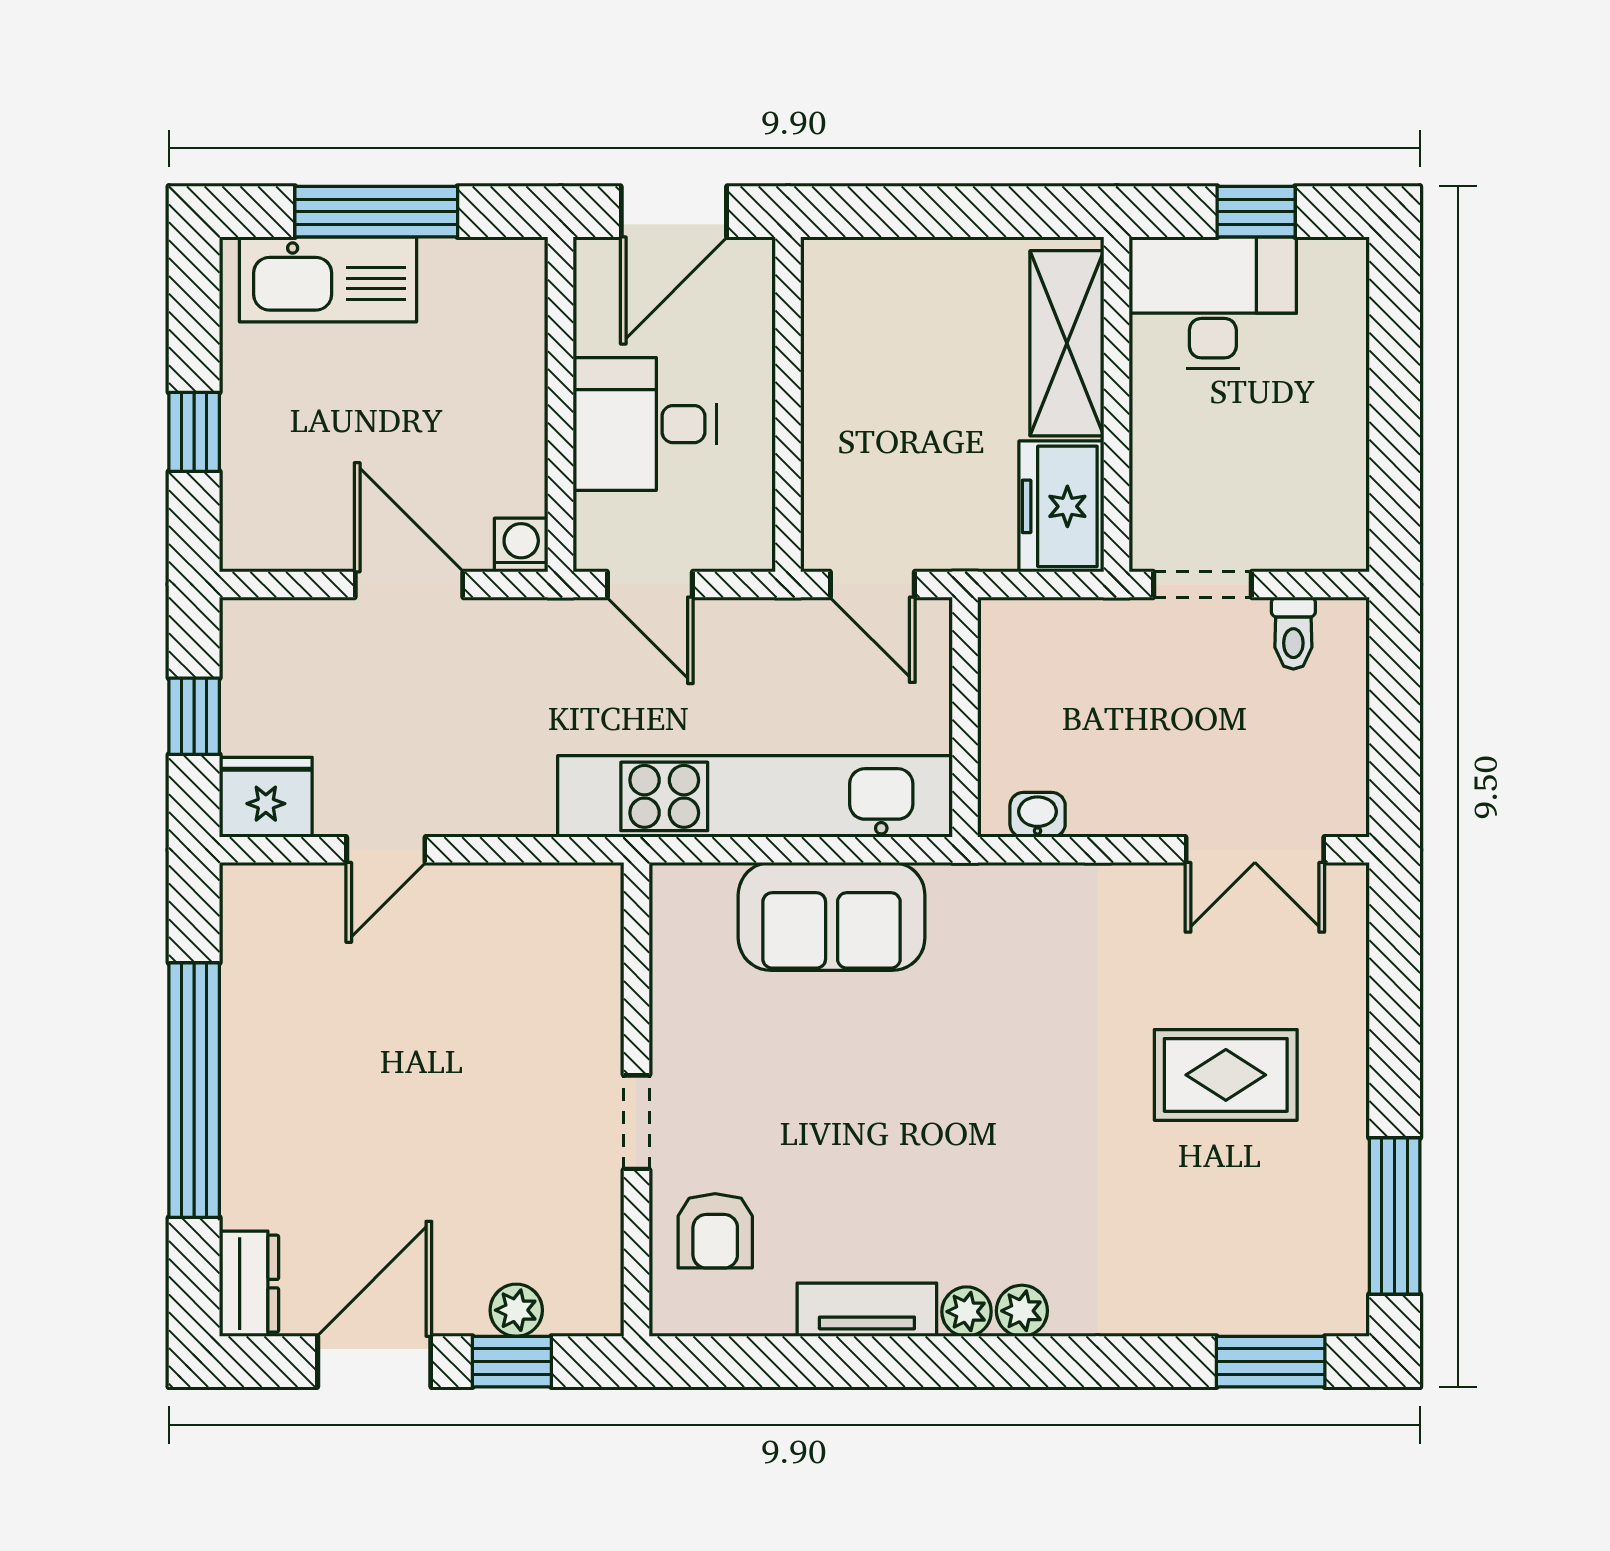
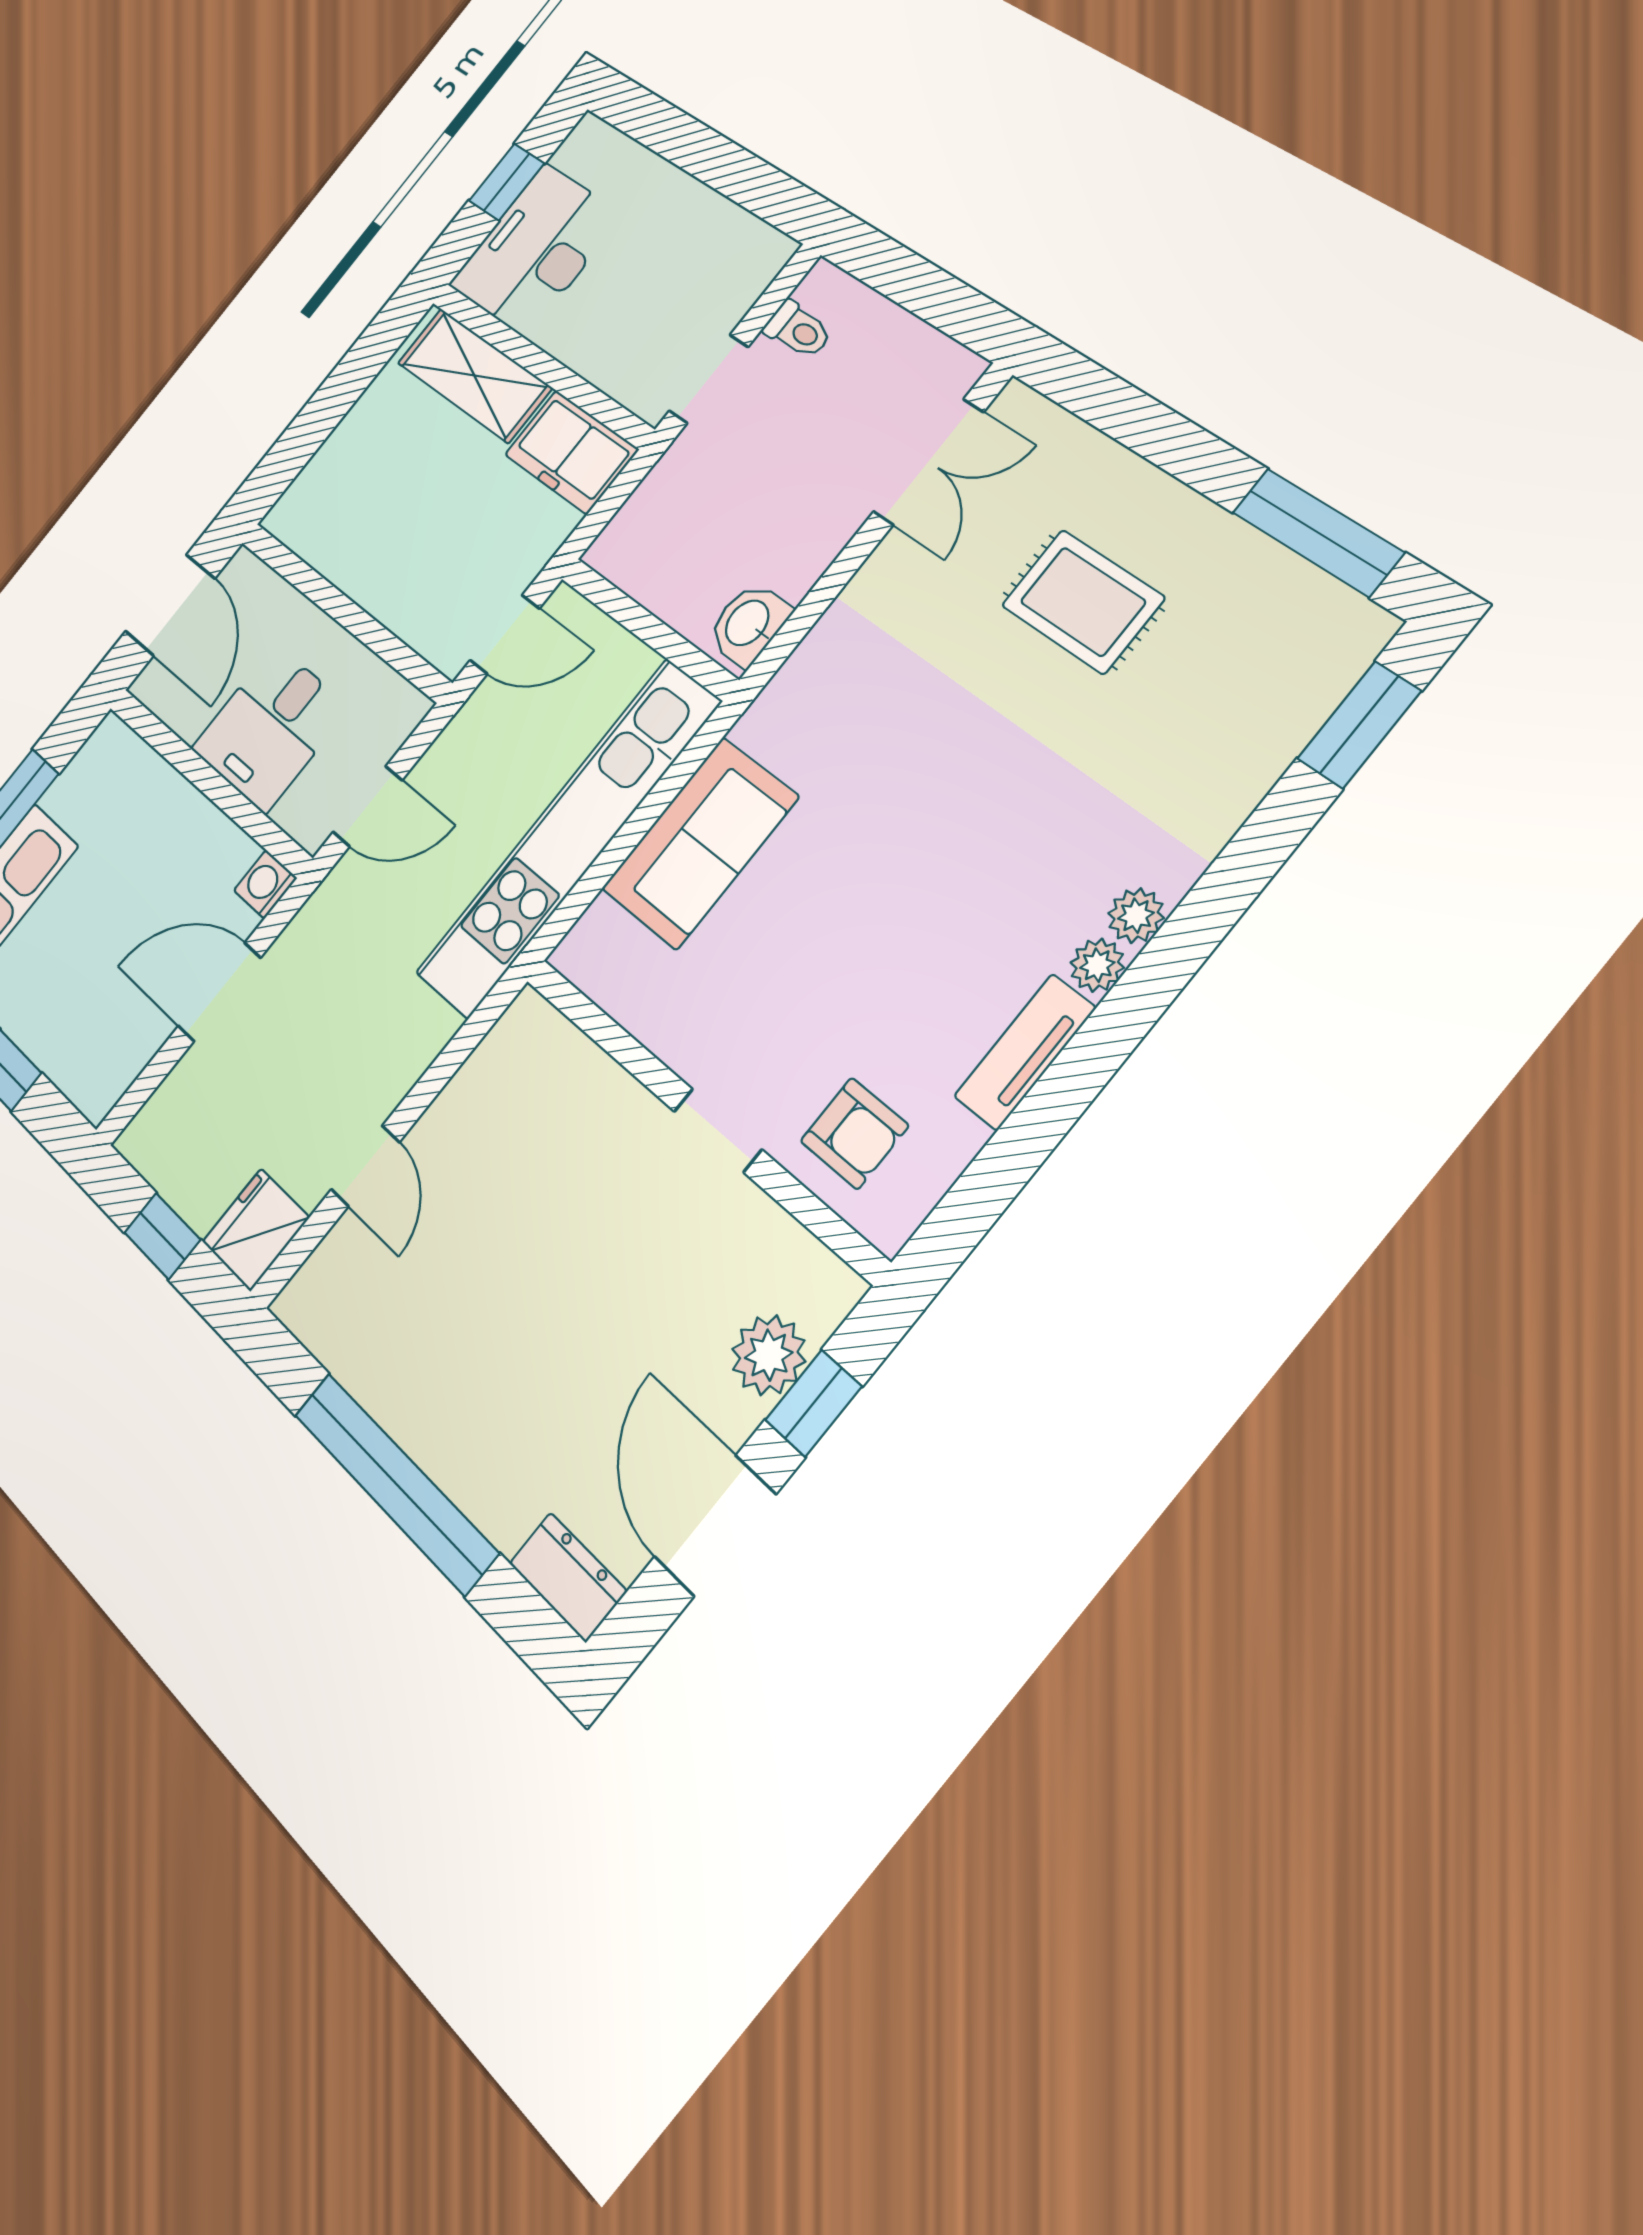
washbasin: (1038, 815) -> (748, 624), width x1.38, depth x1.45
rug: (1226, 1075) -> (1083, 602), turned 90
plant: (516, 1310) -> (769, 1355), width x1.38, depth x1.38

